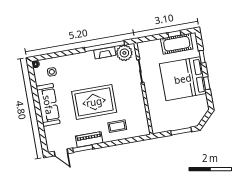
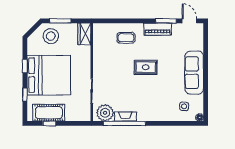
rug: (94, 102) -> (146, 67), width x0.54, depth x0.49
stool: (187, 115) -> (51, 36), added
wardrobe: (157, 123) -> (84, 34), added

